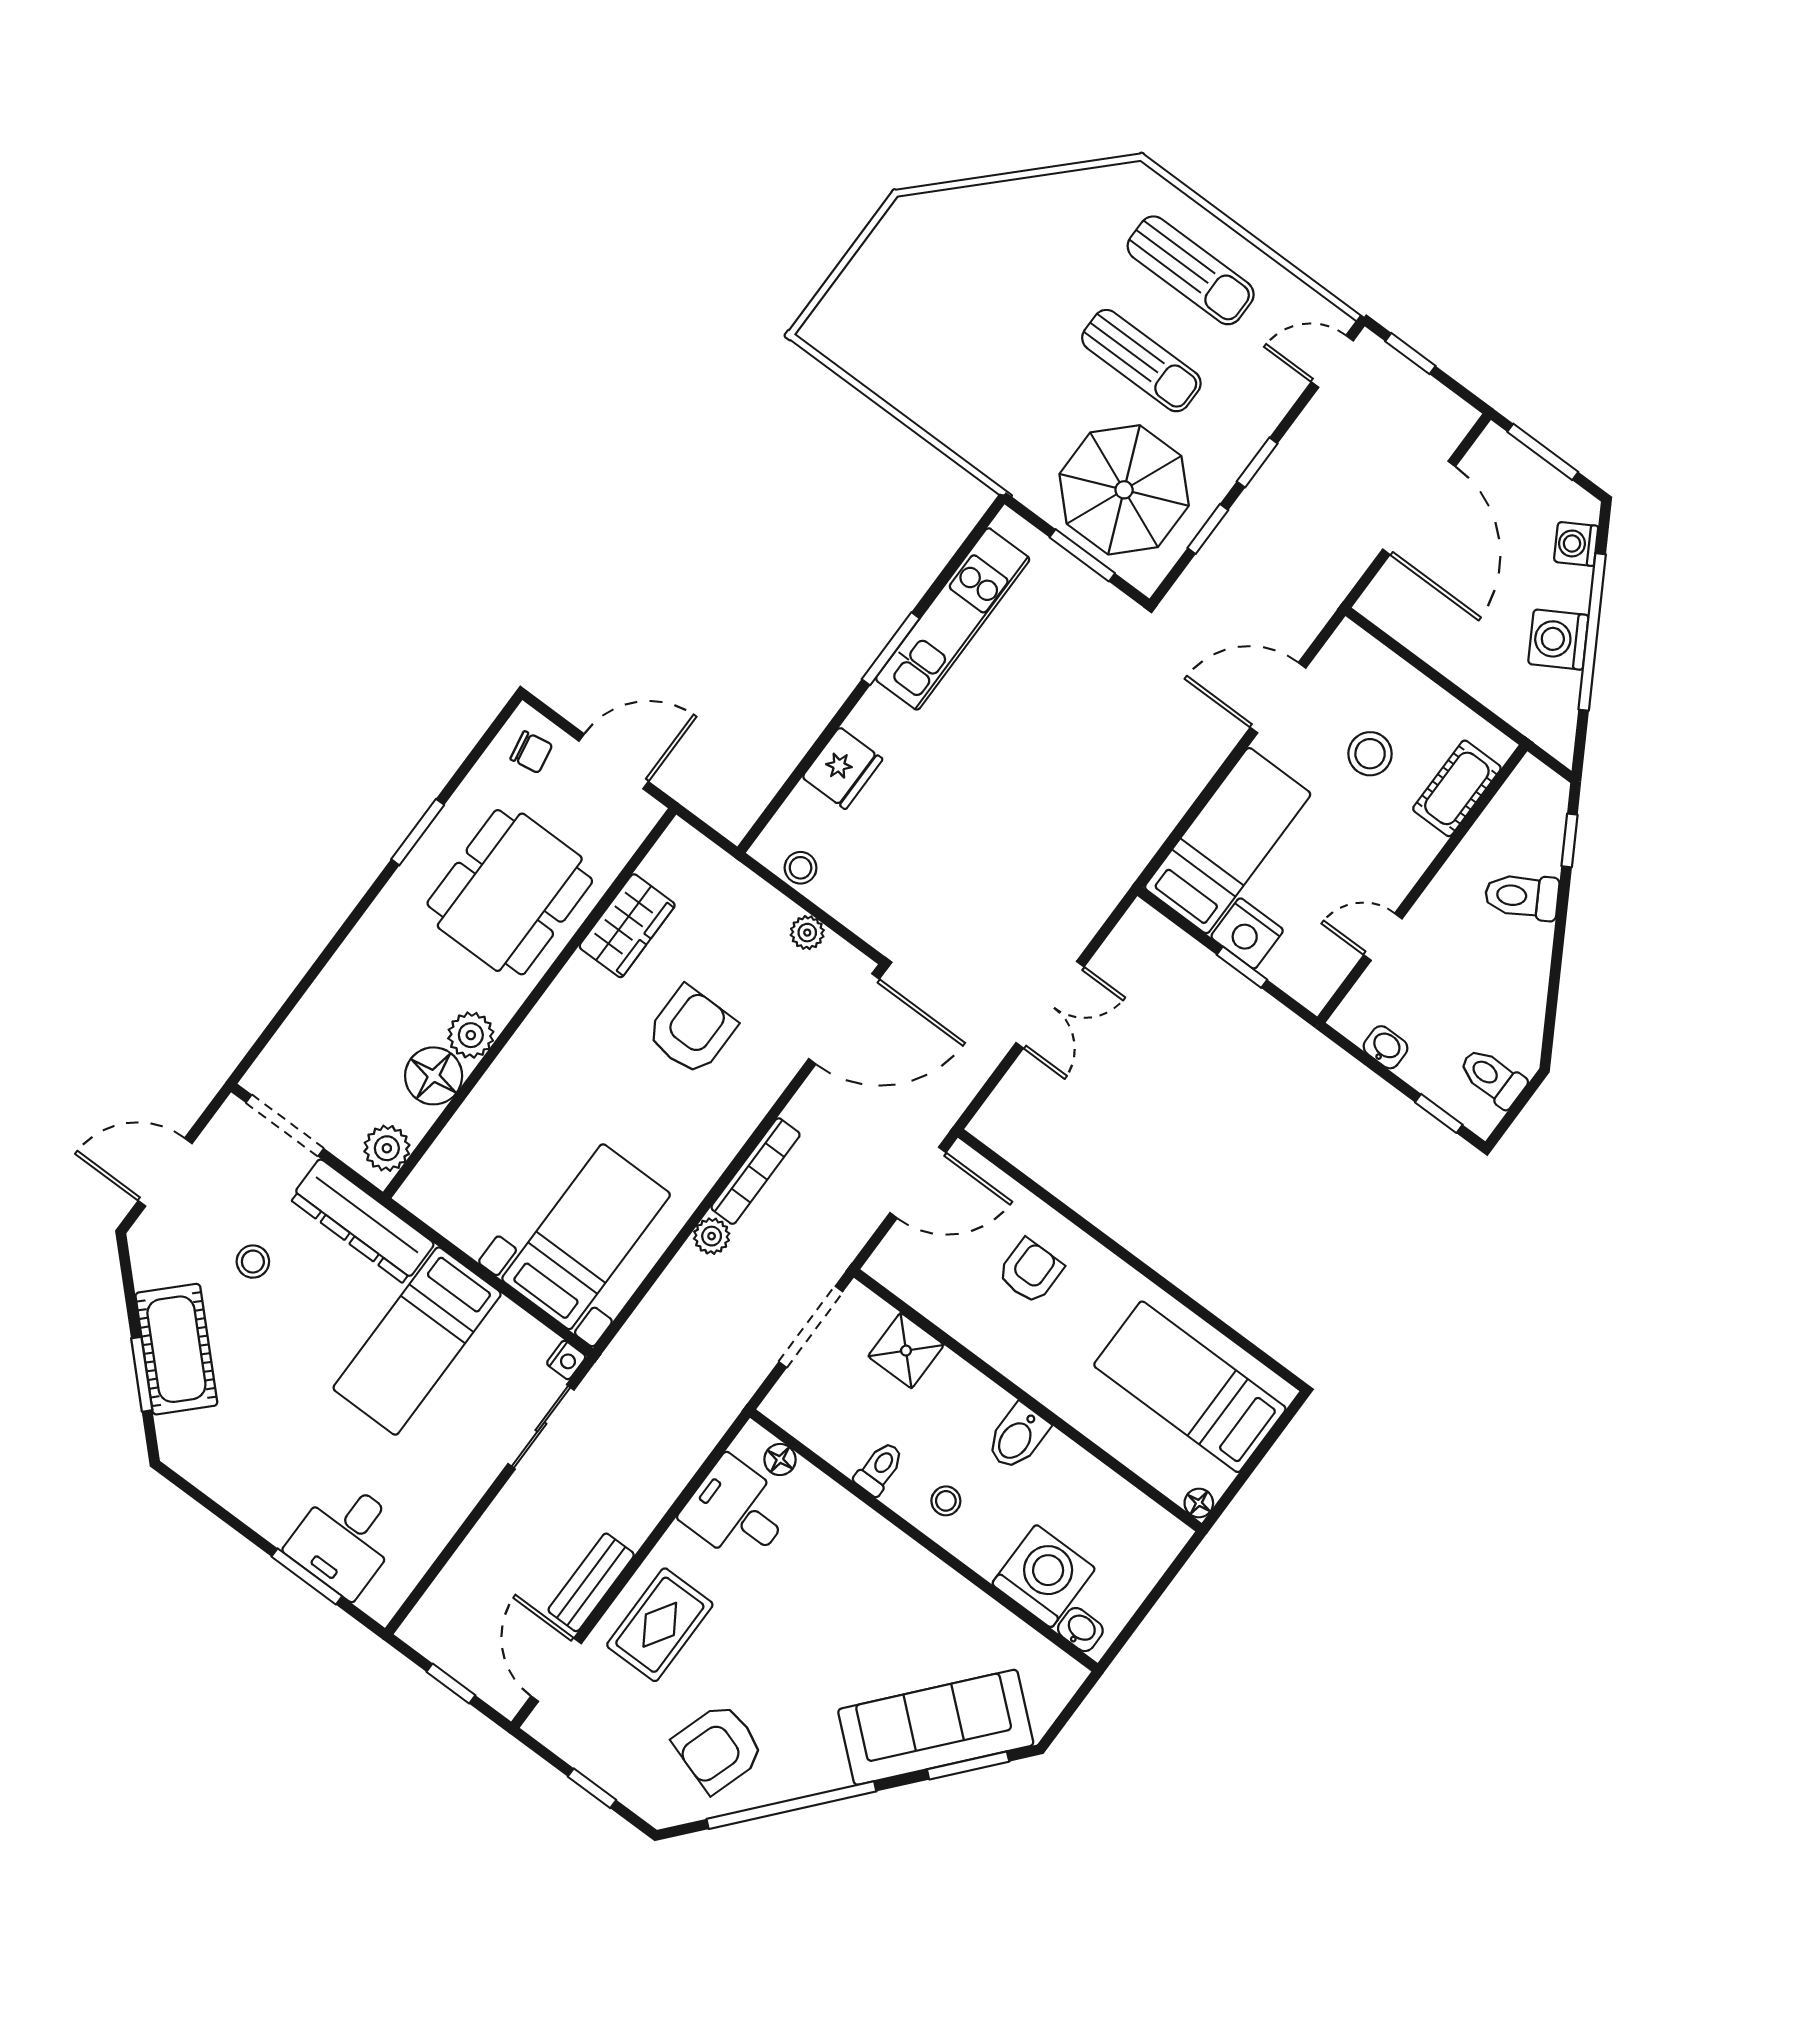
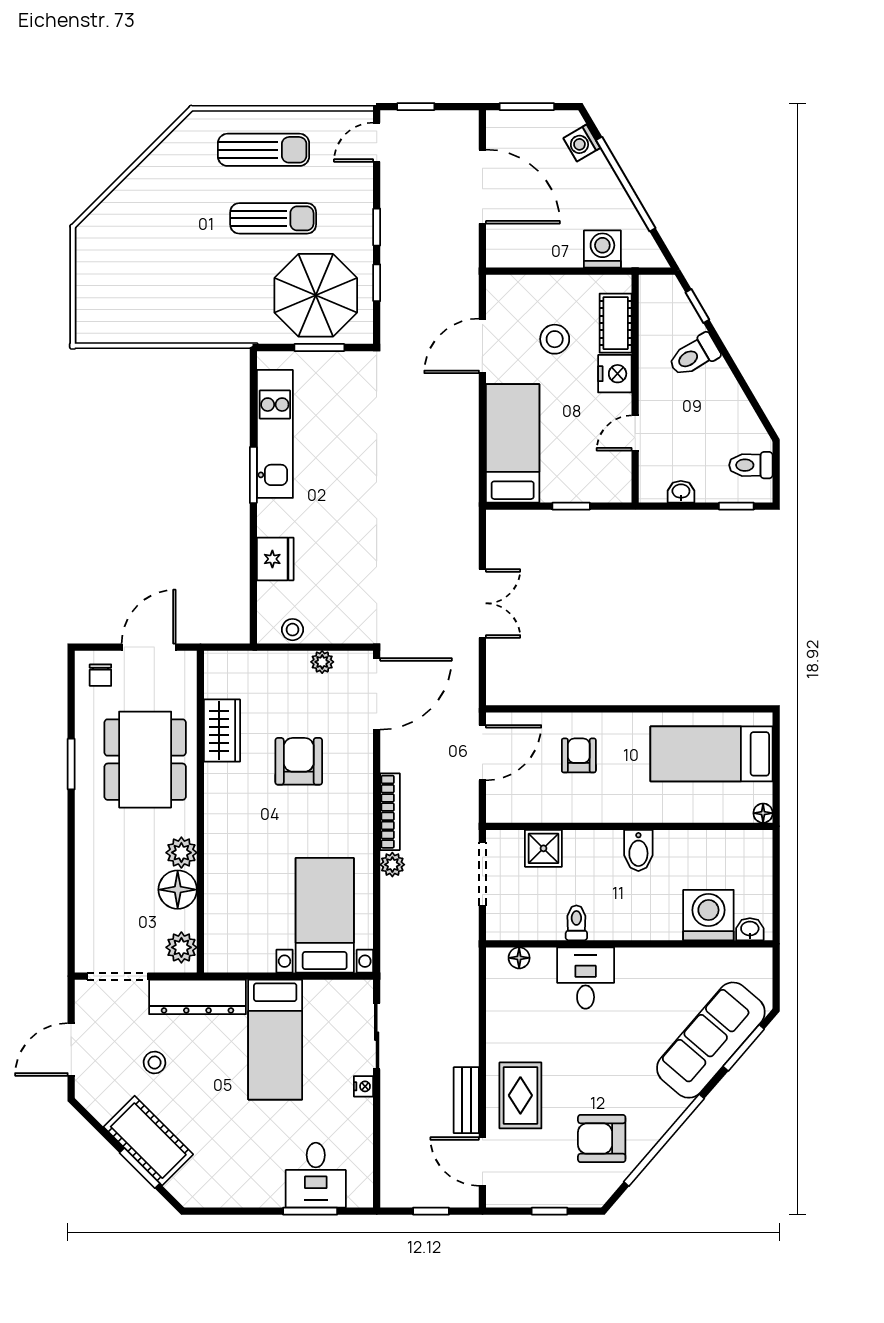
washing machine: (1558, 640) -> (602, 249), moved, turned 120
chair: (531, 752) -> (100, 675), turned 100
nightstand: (1247, 933) -> (615, 374), moved, turned -90
nightstand: (566, 1360) -> (363, 1086), moved
stool: (946, 1501) -> (625, 914), removed
desk: (737, 1511) -> (586, 978), moved, turned 90
armchair: (719, 1748) -> (602, 1139), turned 72

